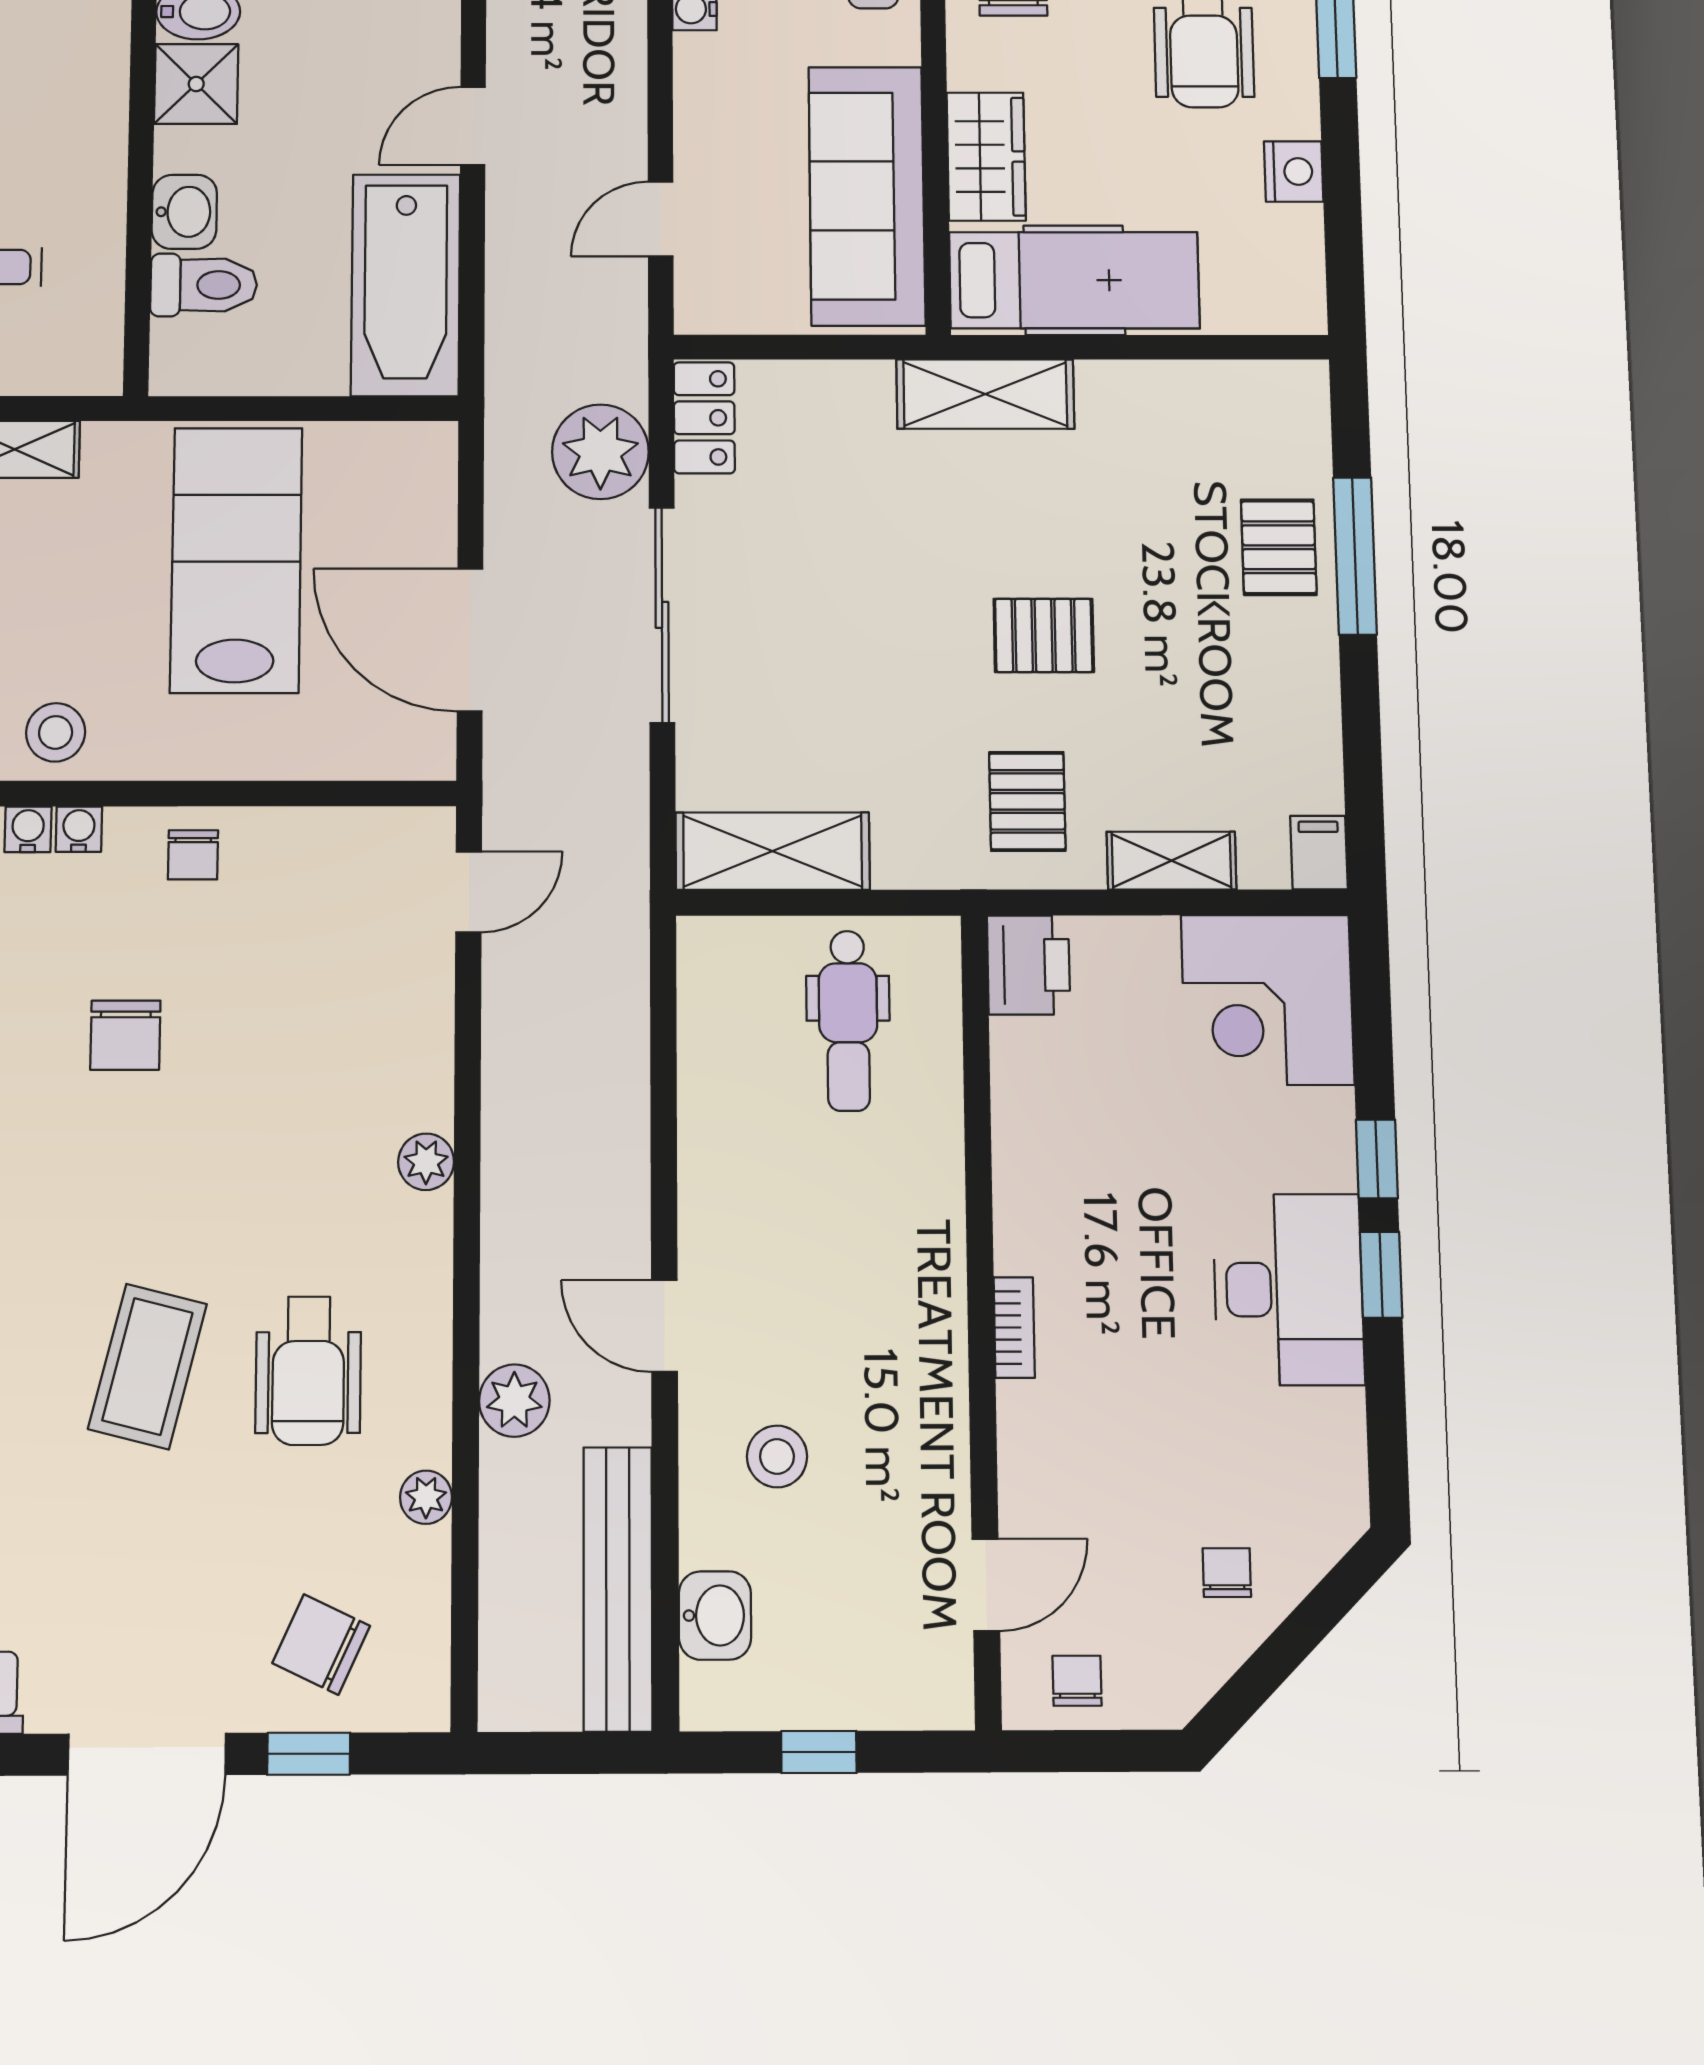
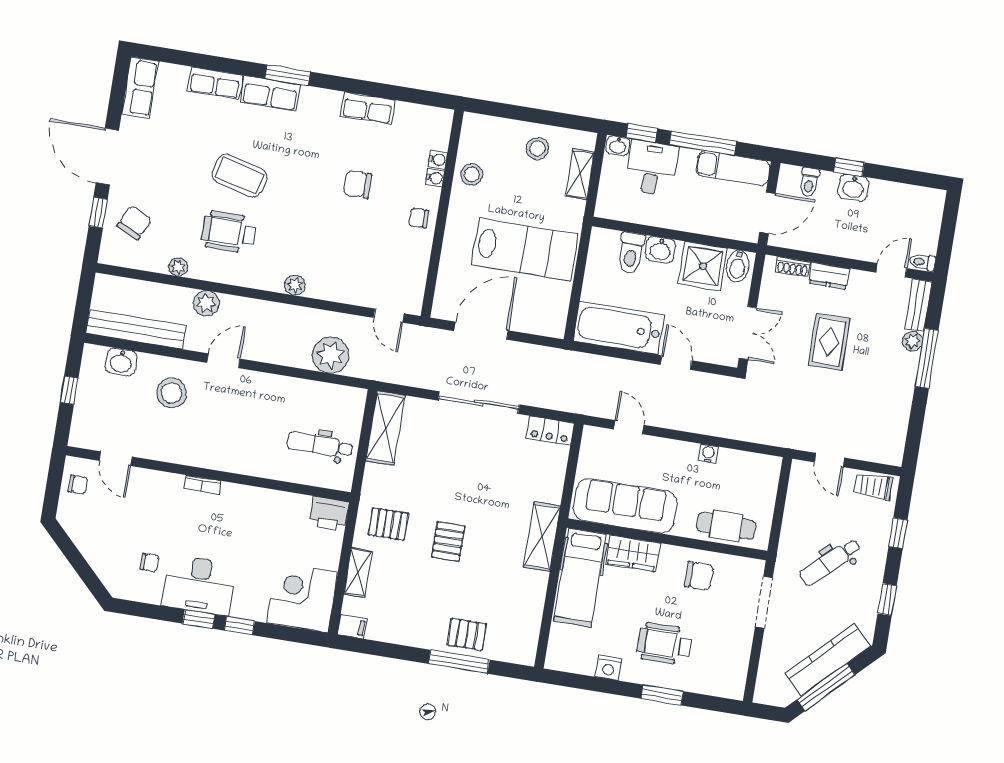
shower: (196, 84) -> (703, 266), width x1.36, depth x1.36
plant: (600, 452) -> (331, 355), moved
stool: (777, 1456) -> (172, 393), width x1.38, depth x1.38
chair: (1227, 1573) -> (150, 563), moved

